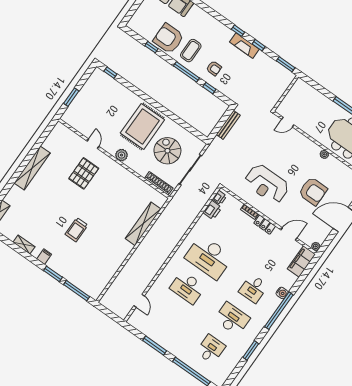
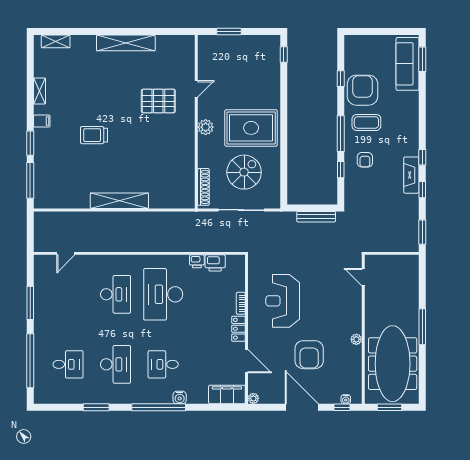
printer: (219, 198) -> (197, 261), moved
shelving: (143, 224) -> (119, 201), moved
desk: (188, 287) -> (116, 294), turned 180

